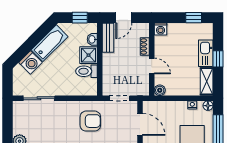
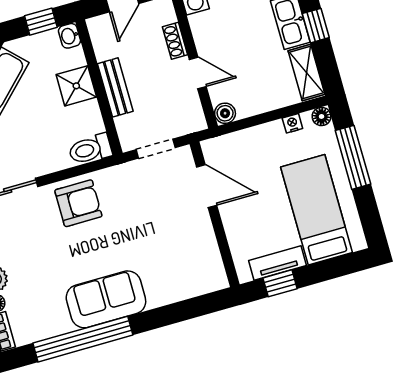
bench: (108, 38) -> (115, 87), moved
washbasin: (92, 39) -> (69, 36), moved
toilet: (86, 71) -> (90, 149), moved
armchair: (90, 121) -> (78, 203), moved

